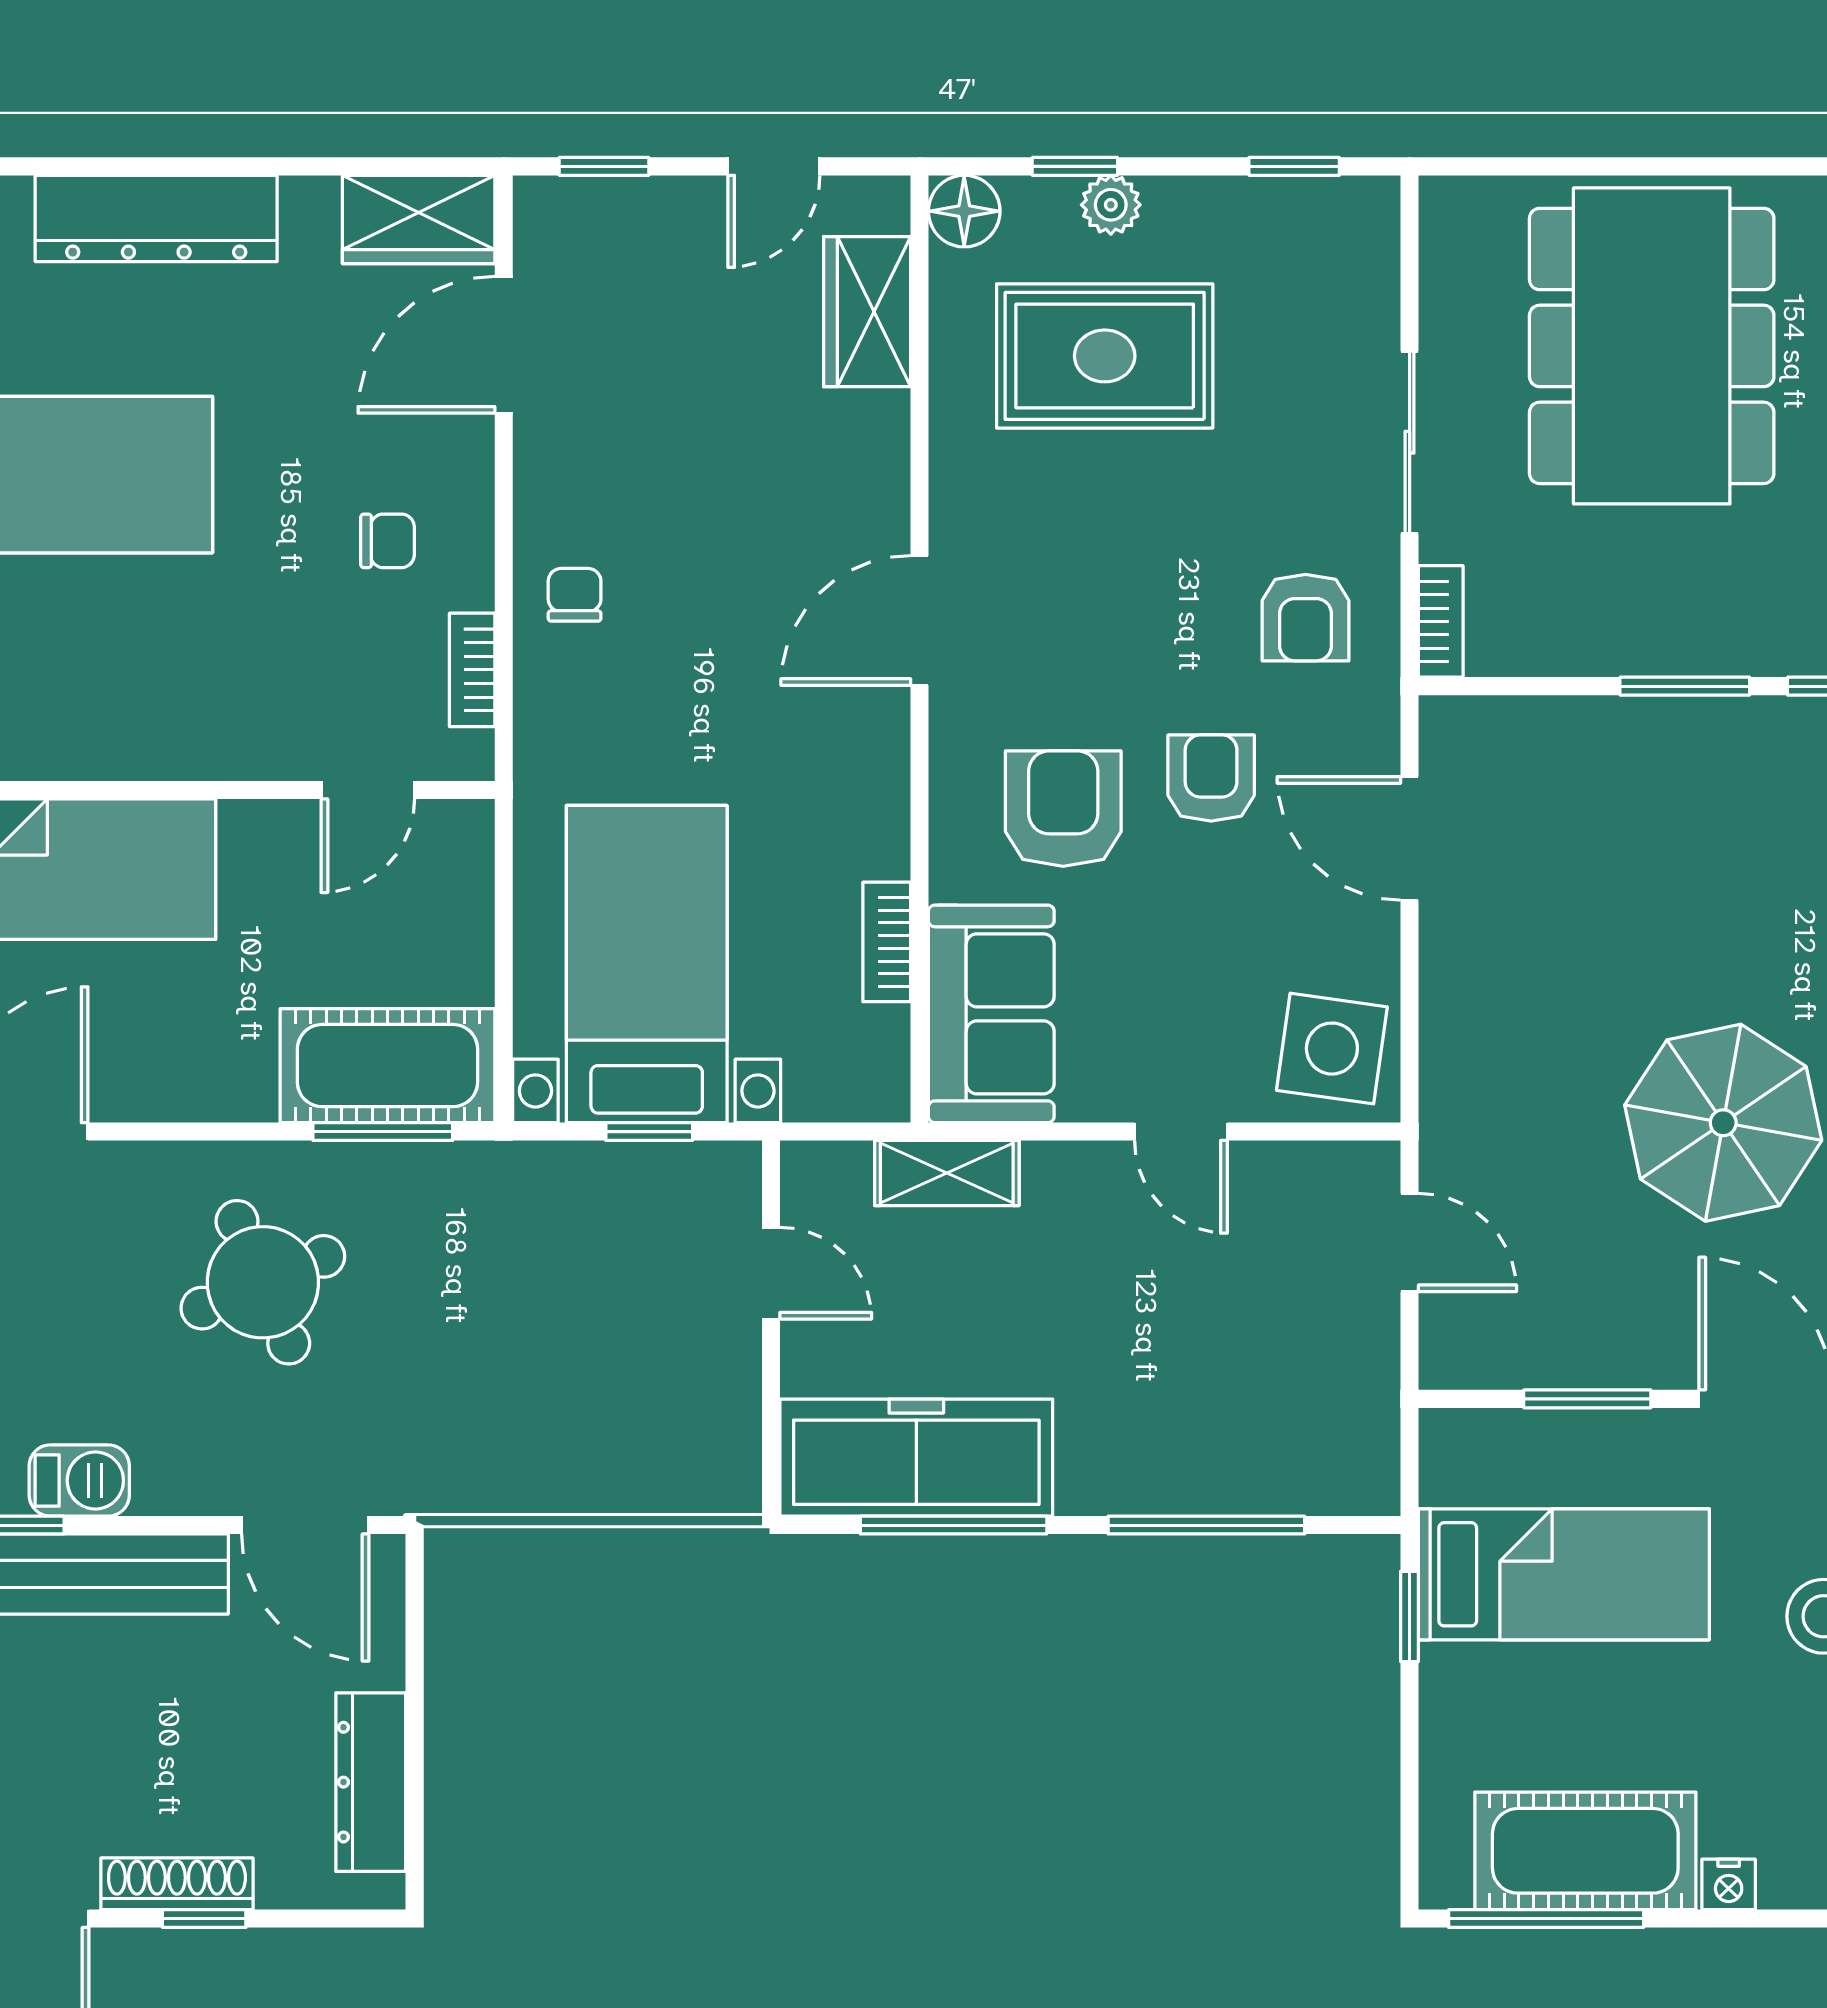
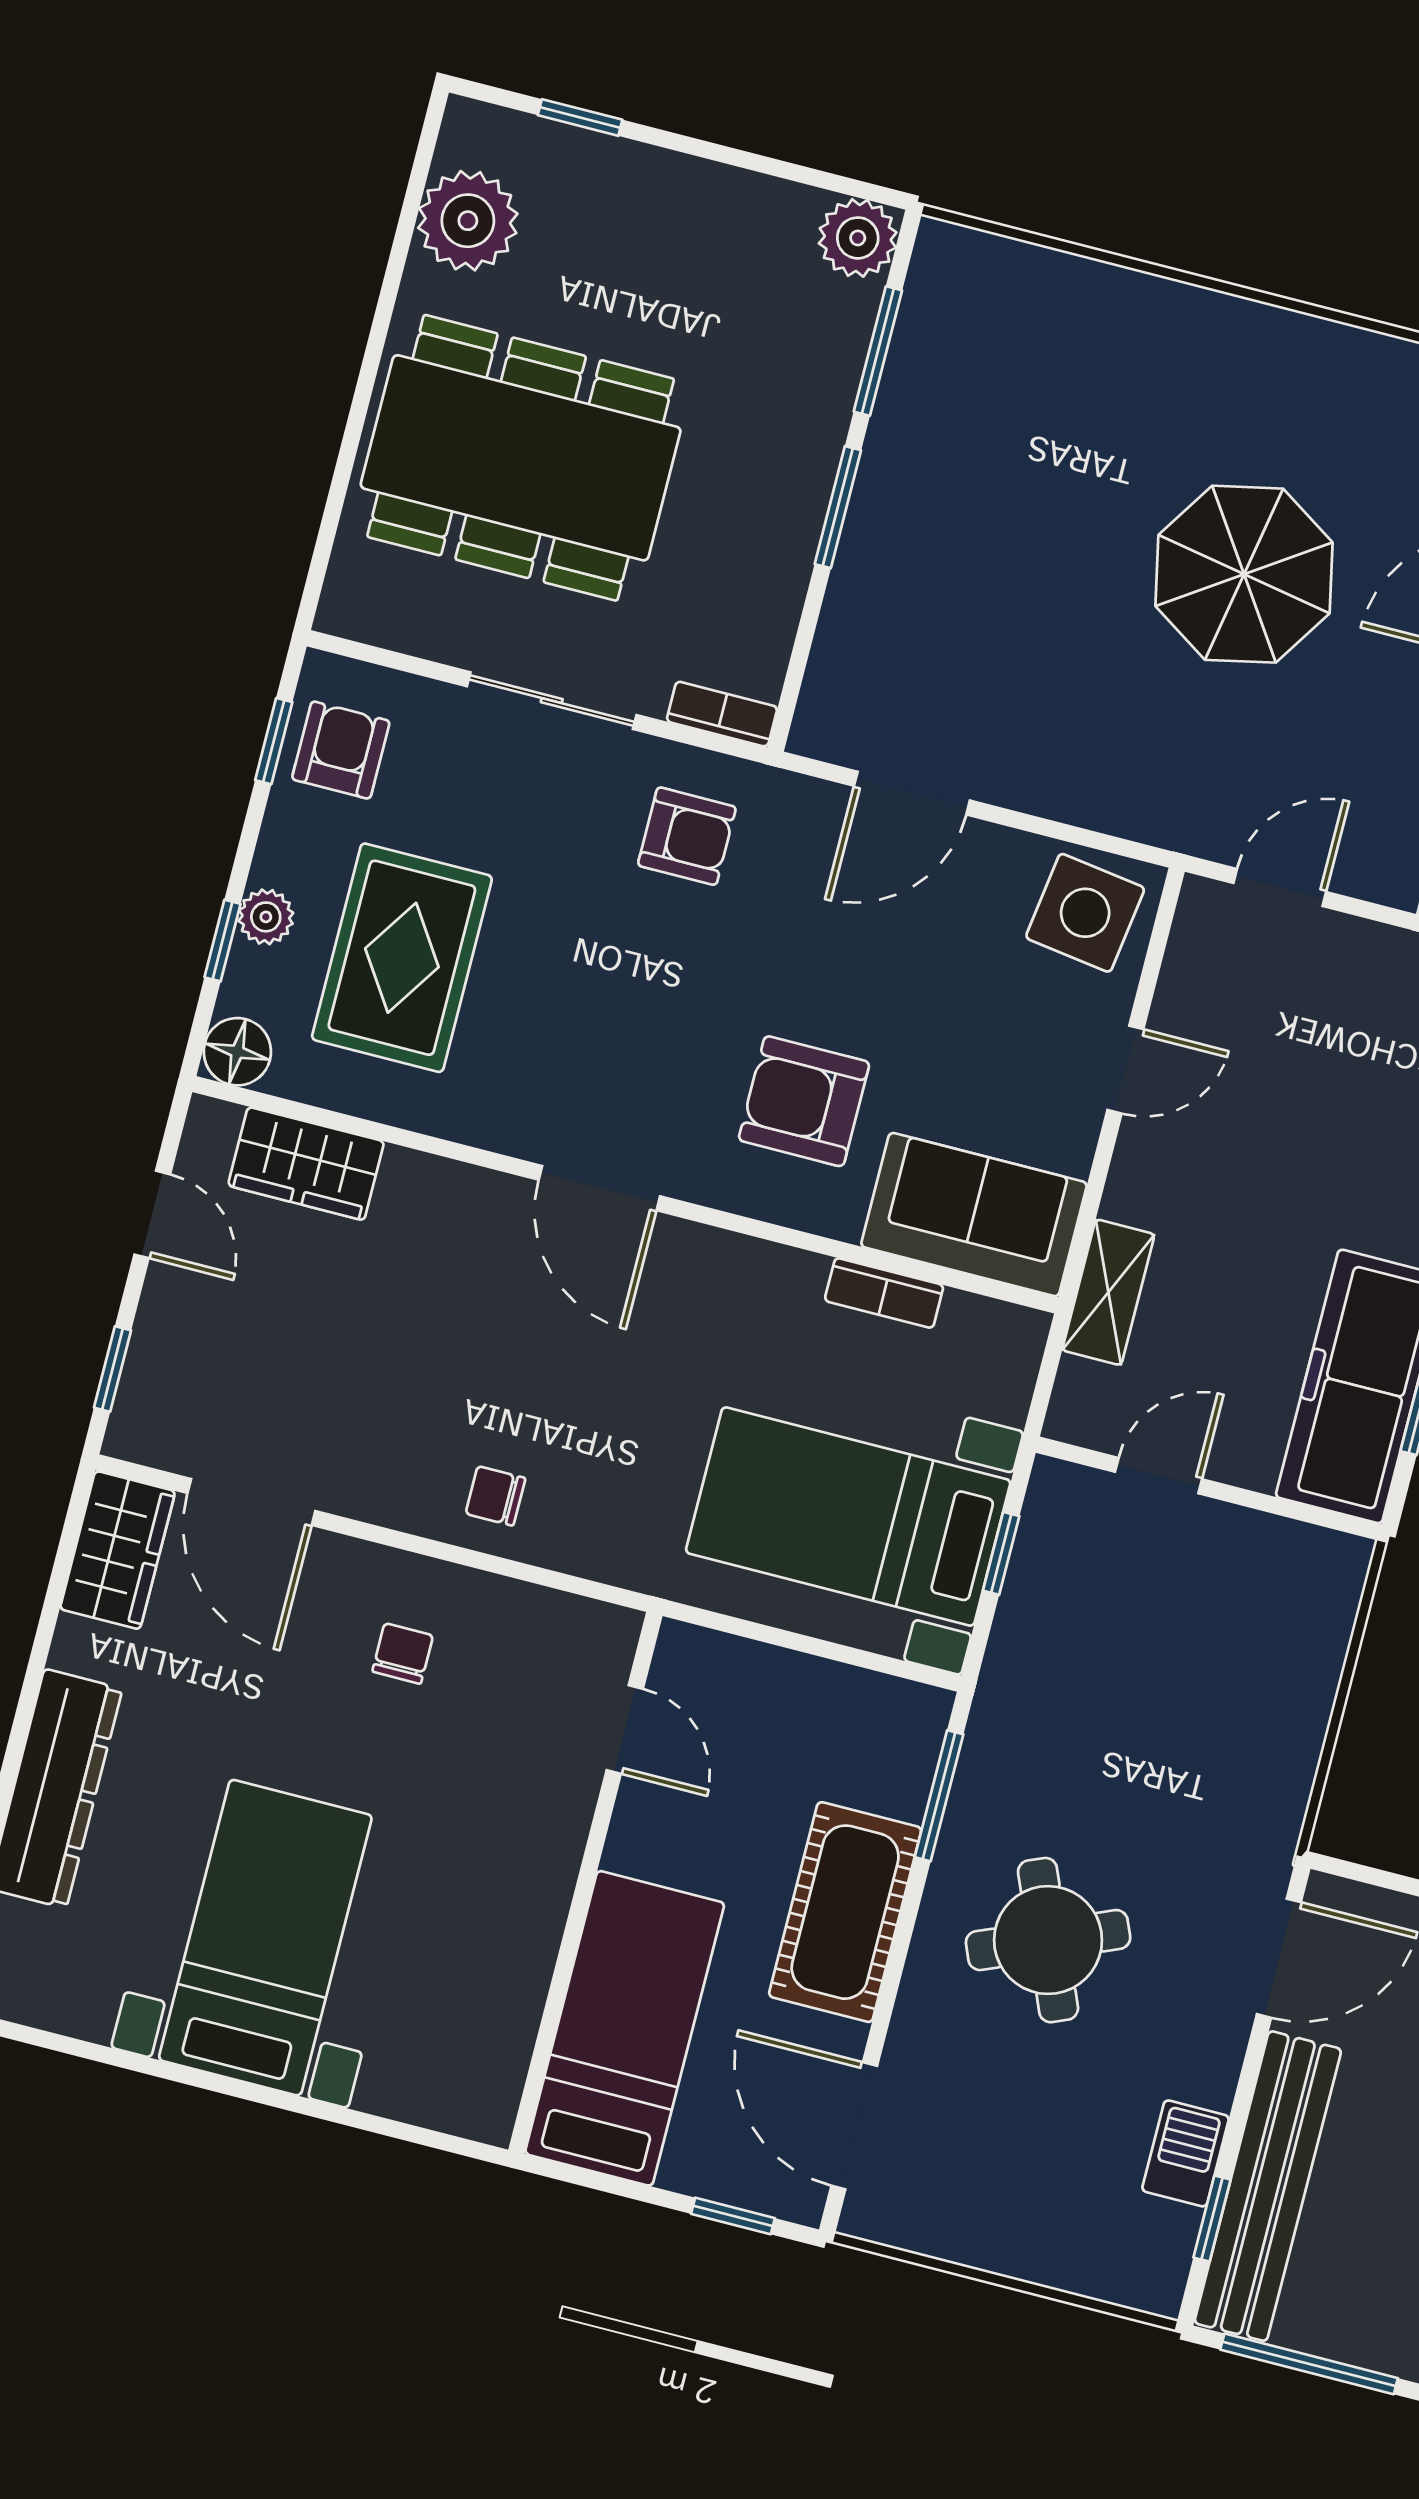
bookcase: (472, 670) -> (540, 1607), removed
armchair: (1211, 778) -> (341, 750), moved, turned 90
cot: (388, 1066) -> (845, 1912), moved

